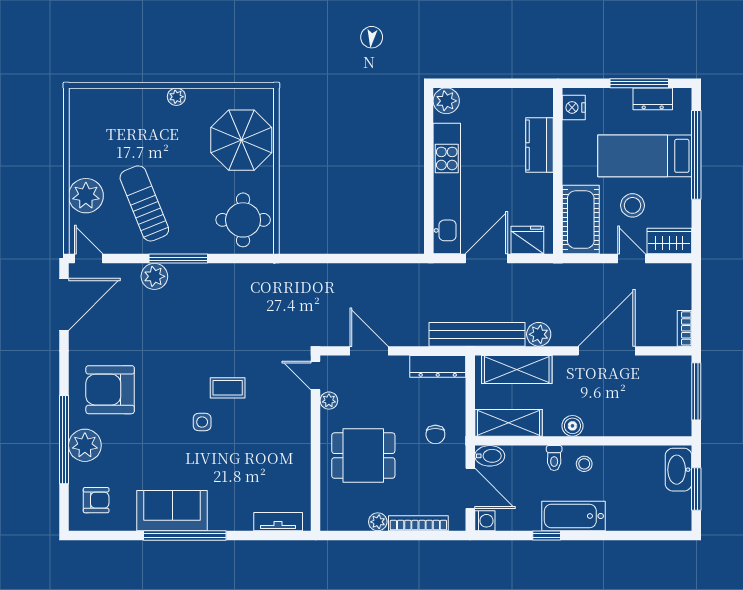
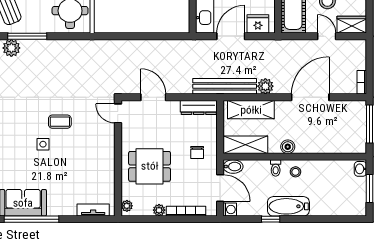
plant: (329, 401) -> (127, 206), moved
washbasin: (678, 470) -> (360, 169), width x0.52, depth x0.69

